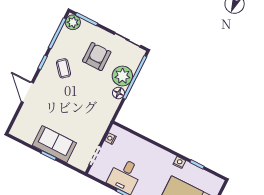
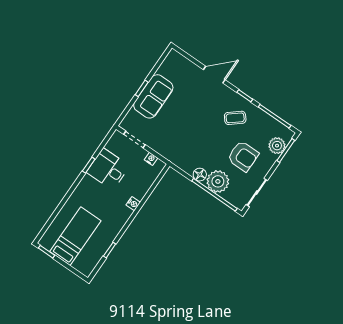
plant: (73, 22) -> (277, 146), moved
nightstand: (179, 162) -> (133, 204), moved

